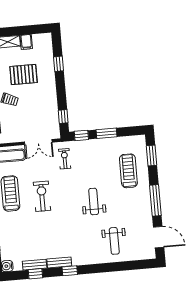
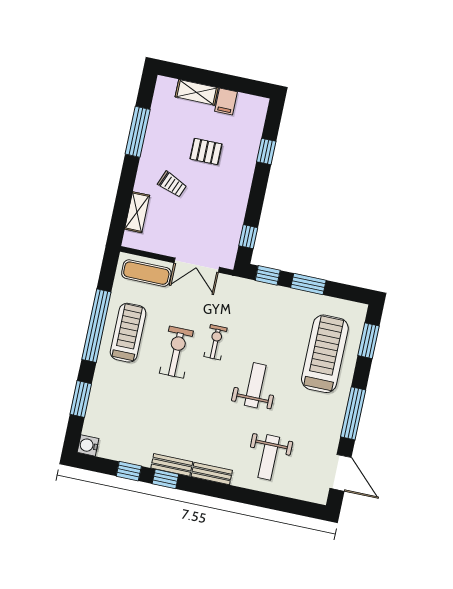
pallet: (24, 75) -> (206, 151), width x0.67, depth x0.71
exercise bike: (65, 159) -> (215, 342), moved
treadmill: (128, 171) -> (325, 354), width x1.37, depth x1.38
bench: (35, 265) -> (212, 473), moved
window: (70, 271) -> (165, 479), moved

